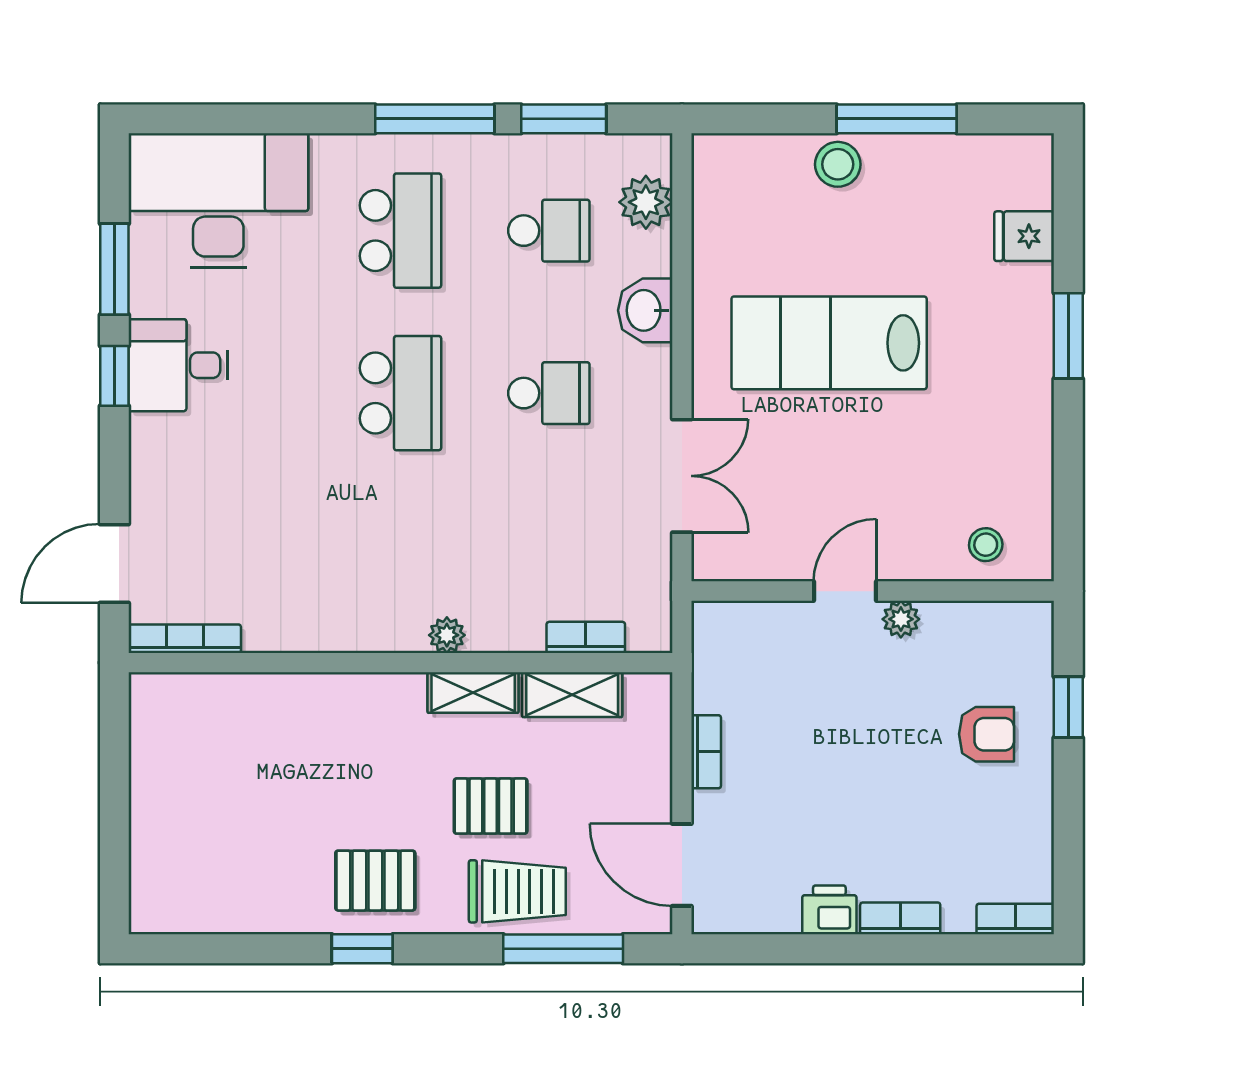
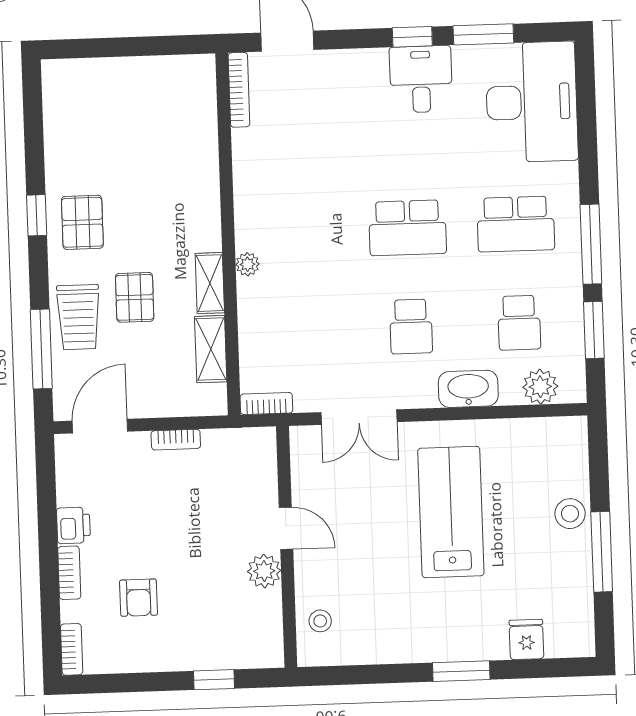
washbasin: (645, 310) -> (468, 389), width x1.38
plant: (901, 619) -> (264, 571), width x1.38, depth x1.38
bookcase: (586, 637) -> (266, 404), moved, turned -90
armchair: (987, 734) -> (139, 598), moved

